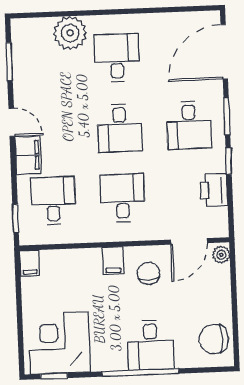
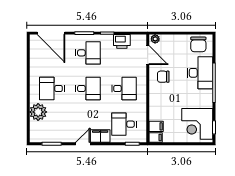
desk: (122, 198) -> (124, 88), turned 180
filing cabinet: (113, 261) -> (156, 126), moved
desk: (150, 345) -> (200, 73), width x1.37

